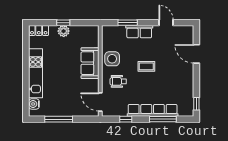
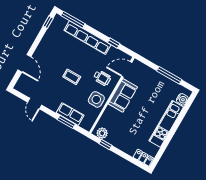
window: (63, 23) -> (105, 144), moved
plant: (64, 31) -> (102, 133), moved
row of seats: (139, 32) -> (70, 114), moved
sofa: (90, 63) -> (123, 95), moved
door: (100, 102) -> (127, 69), swing flipped
window: (163, 119) -> (73, 20), moved

